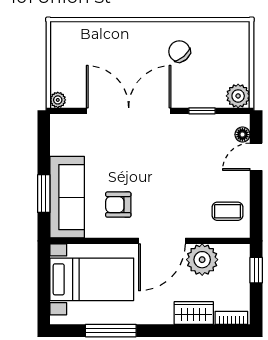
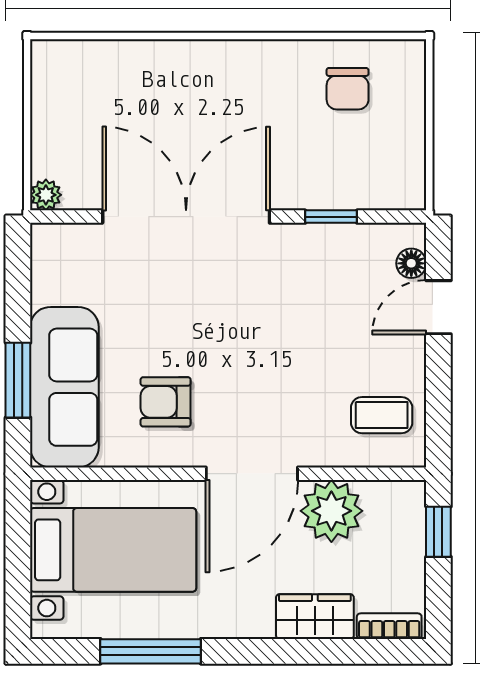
chair: (179, 51) -> (348, 89), moved, turned -139
plant: (238, 96) -> (403, 187), removed

